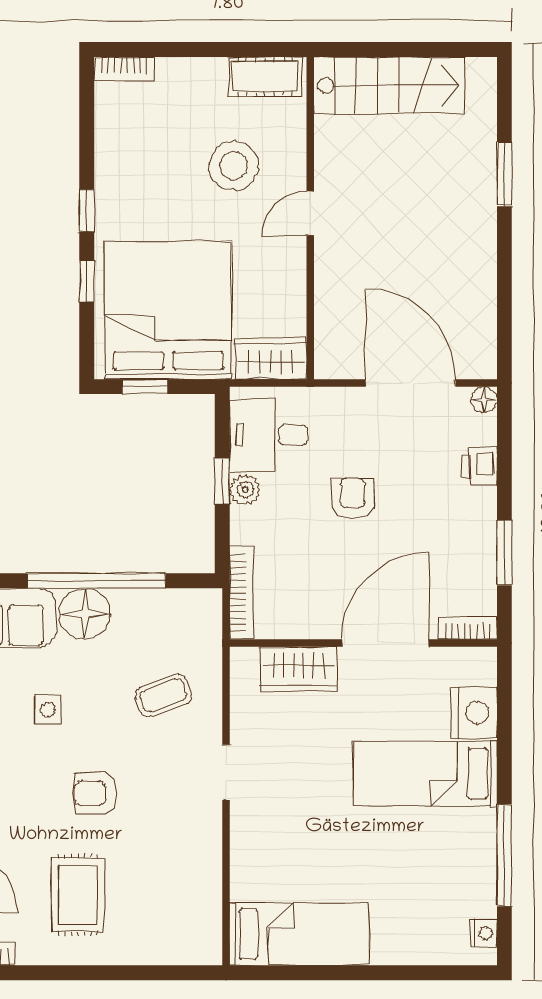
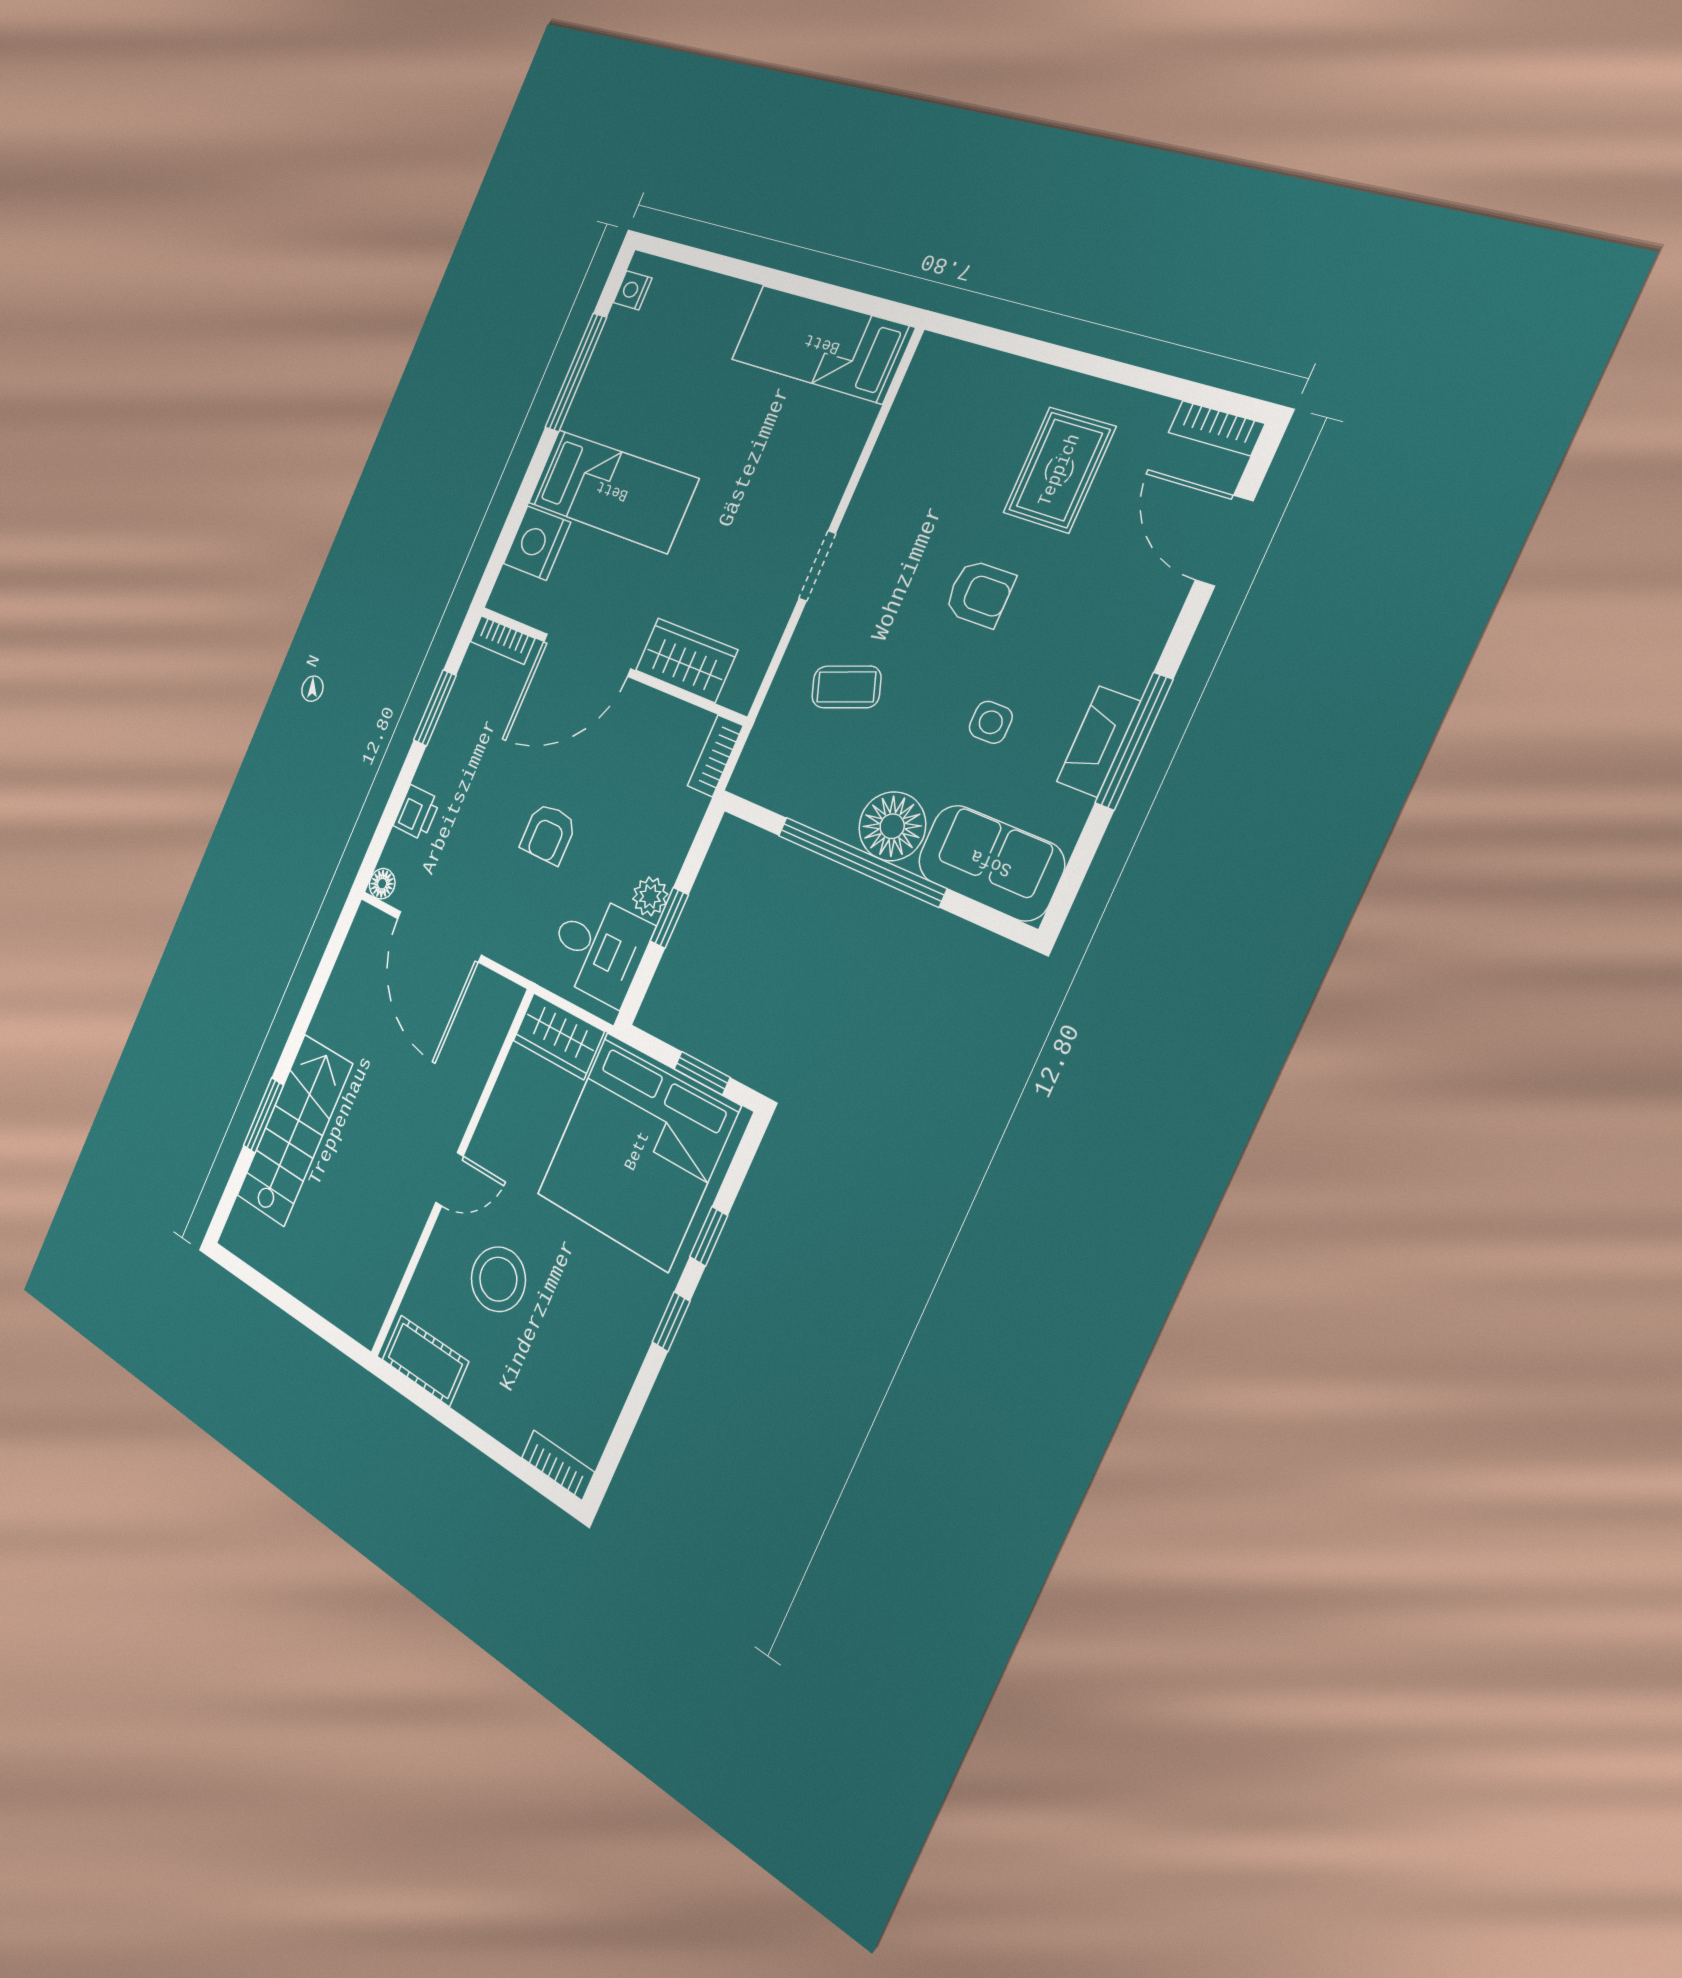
stairs: (389, 85) -> (295, 1130), moved, turned 90
bookcase: (242, 593) -> (715, 756), width x0.64

